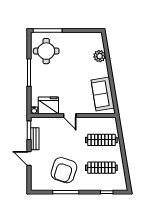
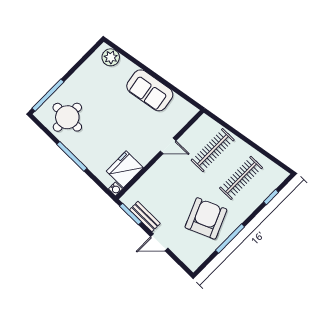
plant: (100, 56) -> (111, 57), moved
sofa: (103, 94) -> (150, 90), moved
door: (70, 115) -> (168, 146), moved
armchair: (64, 170) -> (206, 218), turned -131

